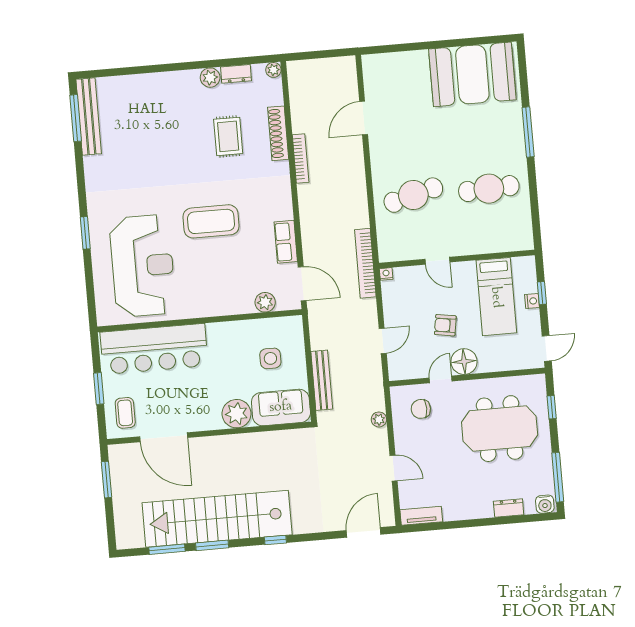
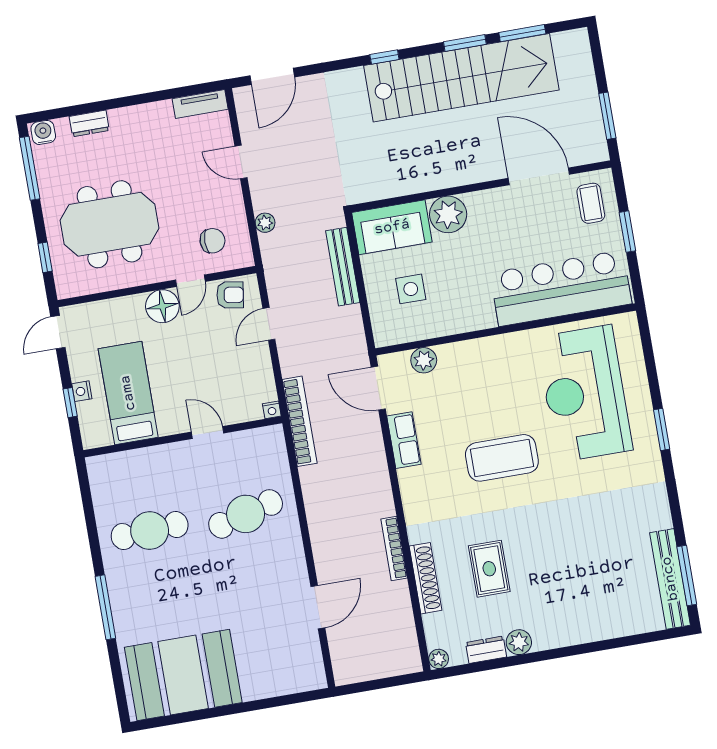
armchair: (445, 325) -> (230, 295), moved

